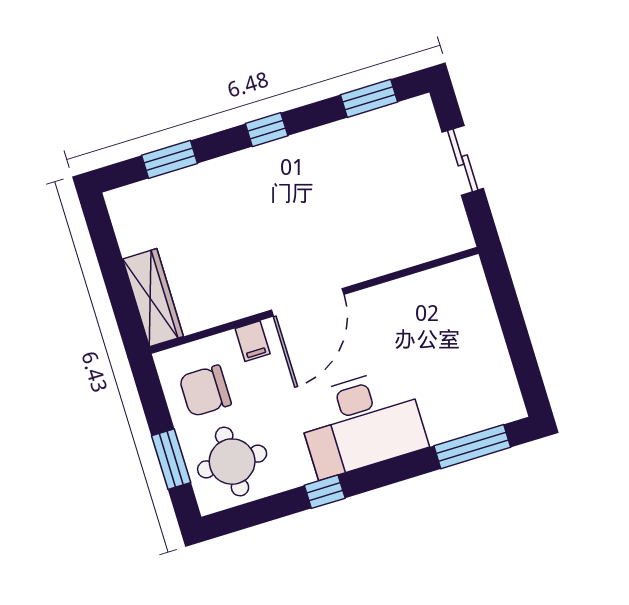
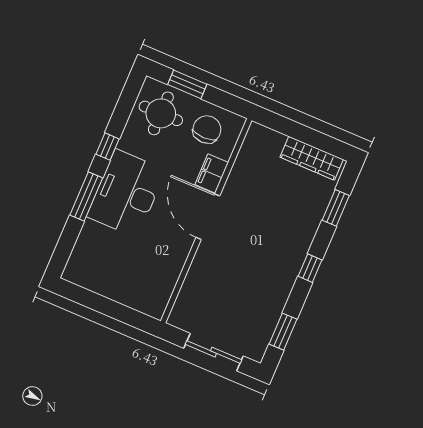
sliding door: (463, 160) -> (214, 352), width x1.37
wardrobe: (153, 298) -> (312, 158), moved
filing cabinet: (253, 341) -> (212, 173), width x2.00
window: (472, 447) -> (86, 196), moved

